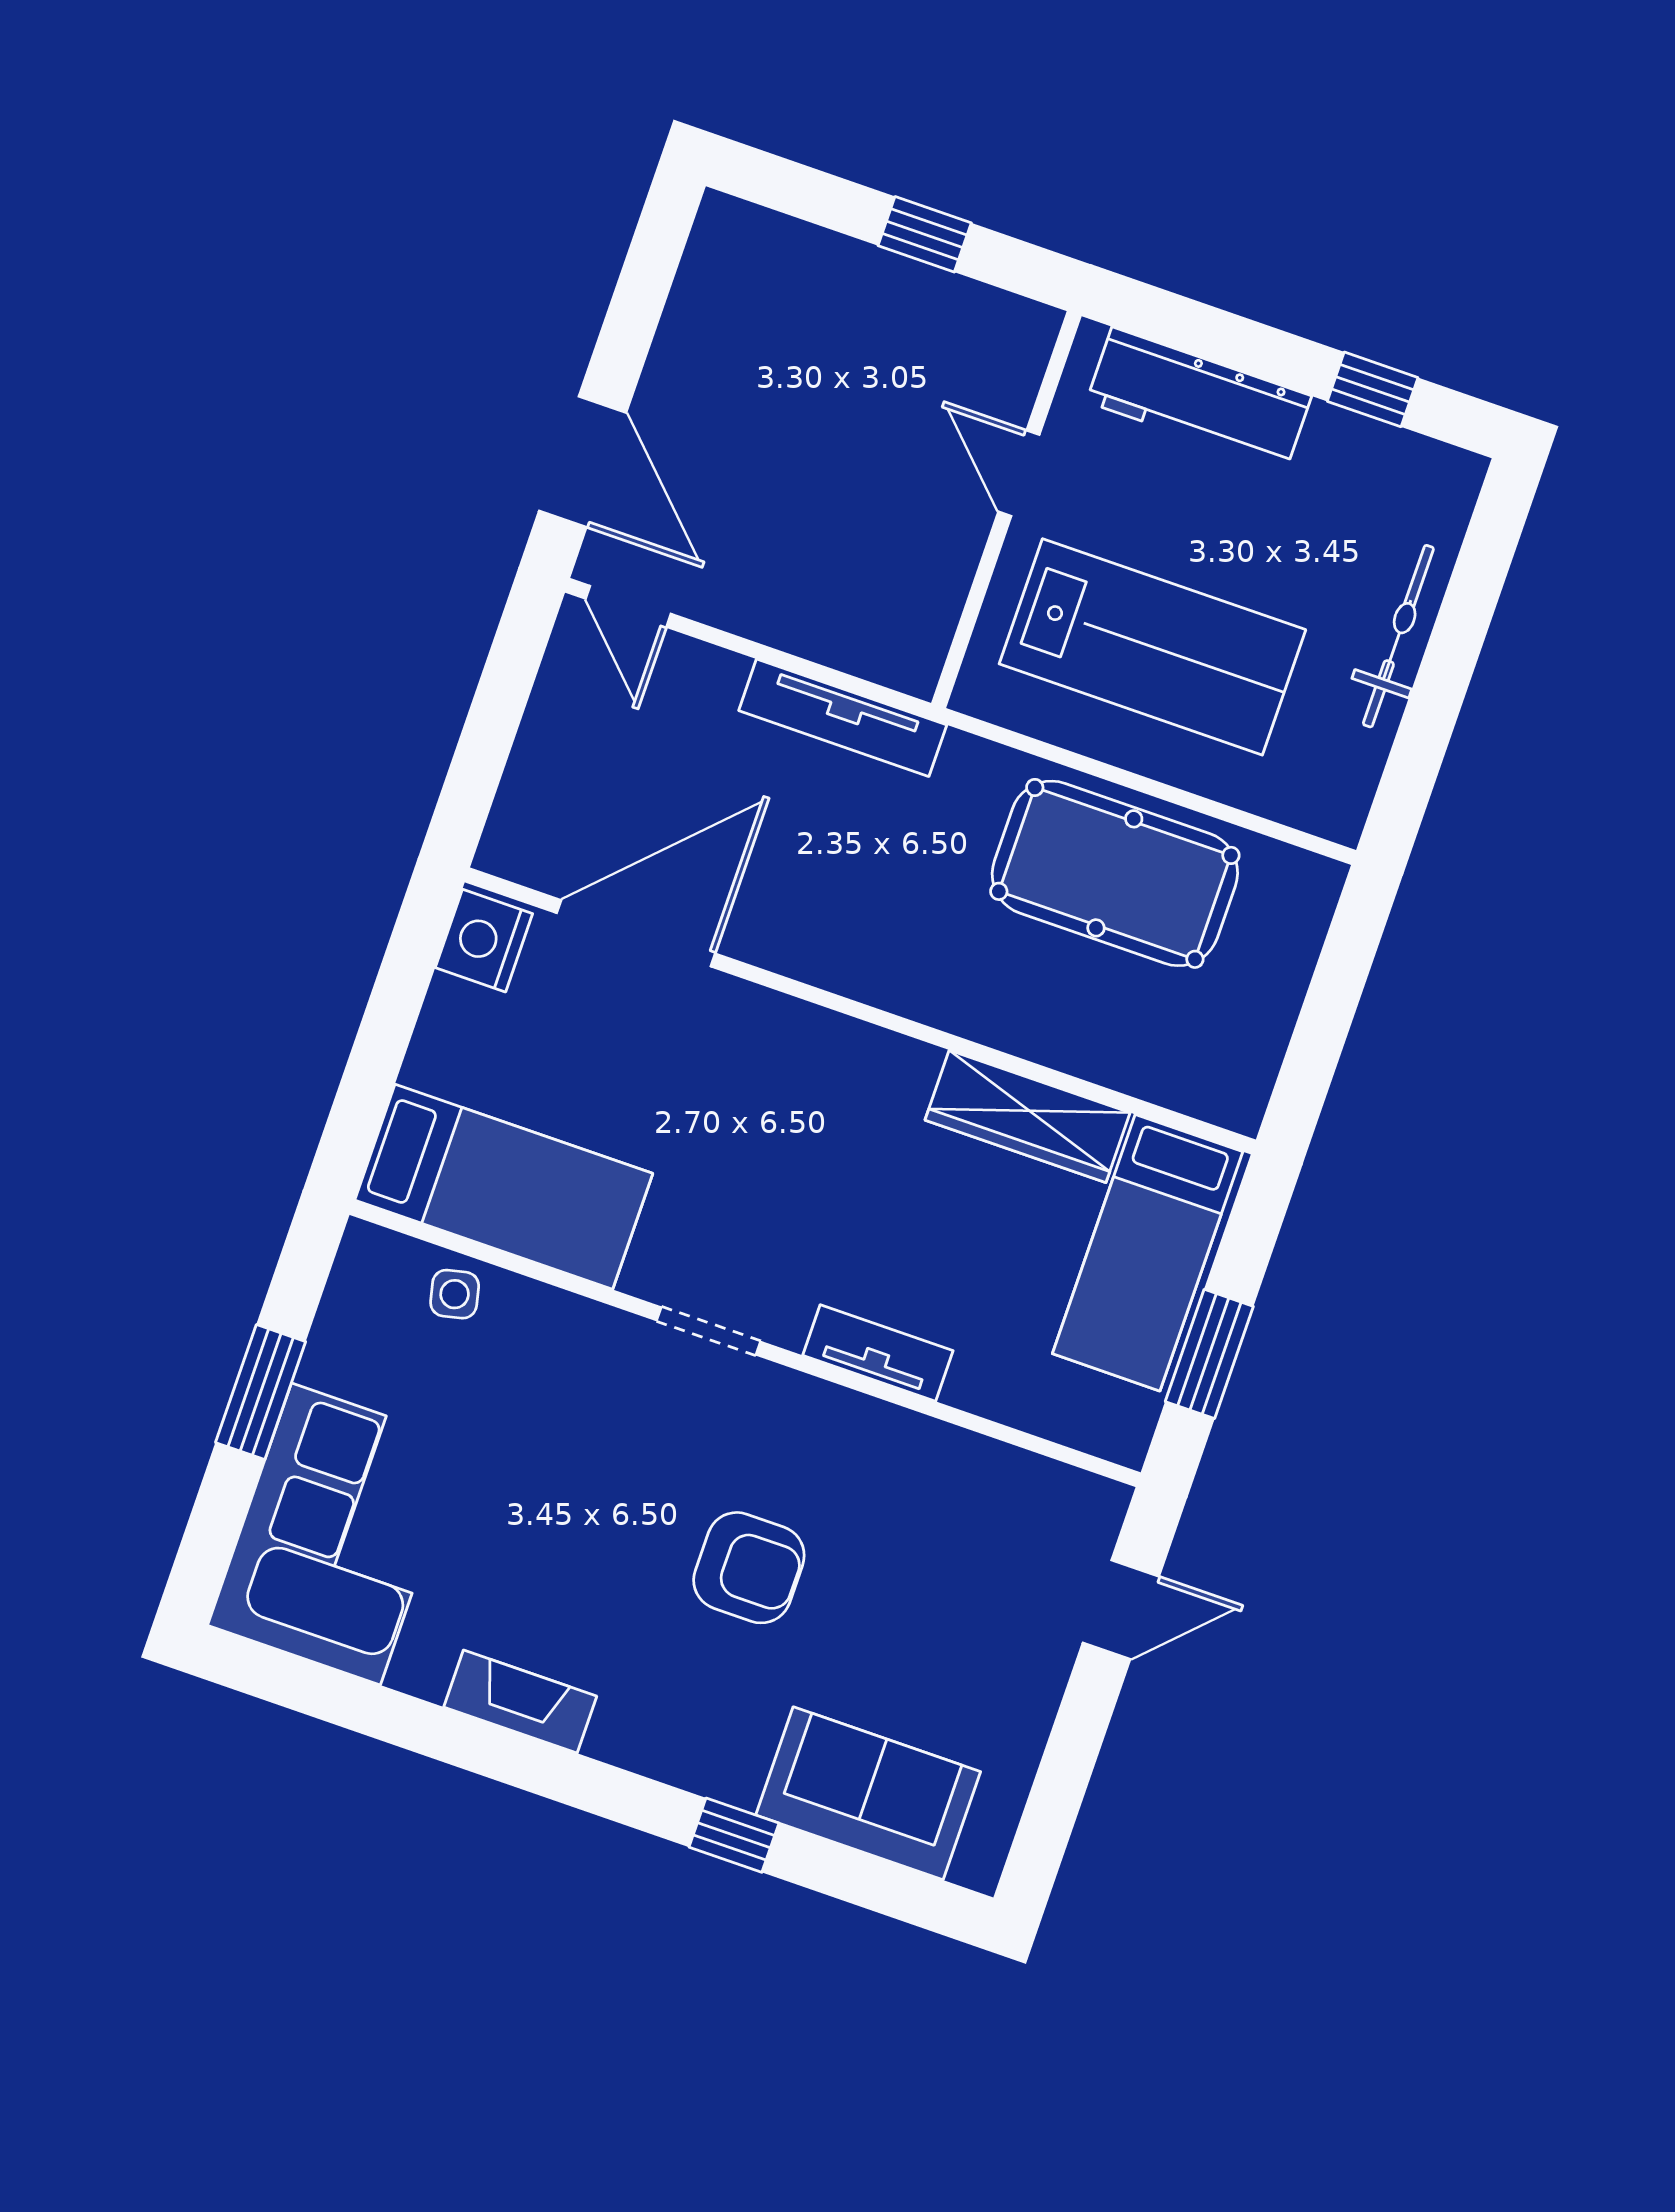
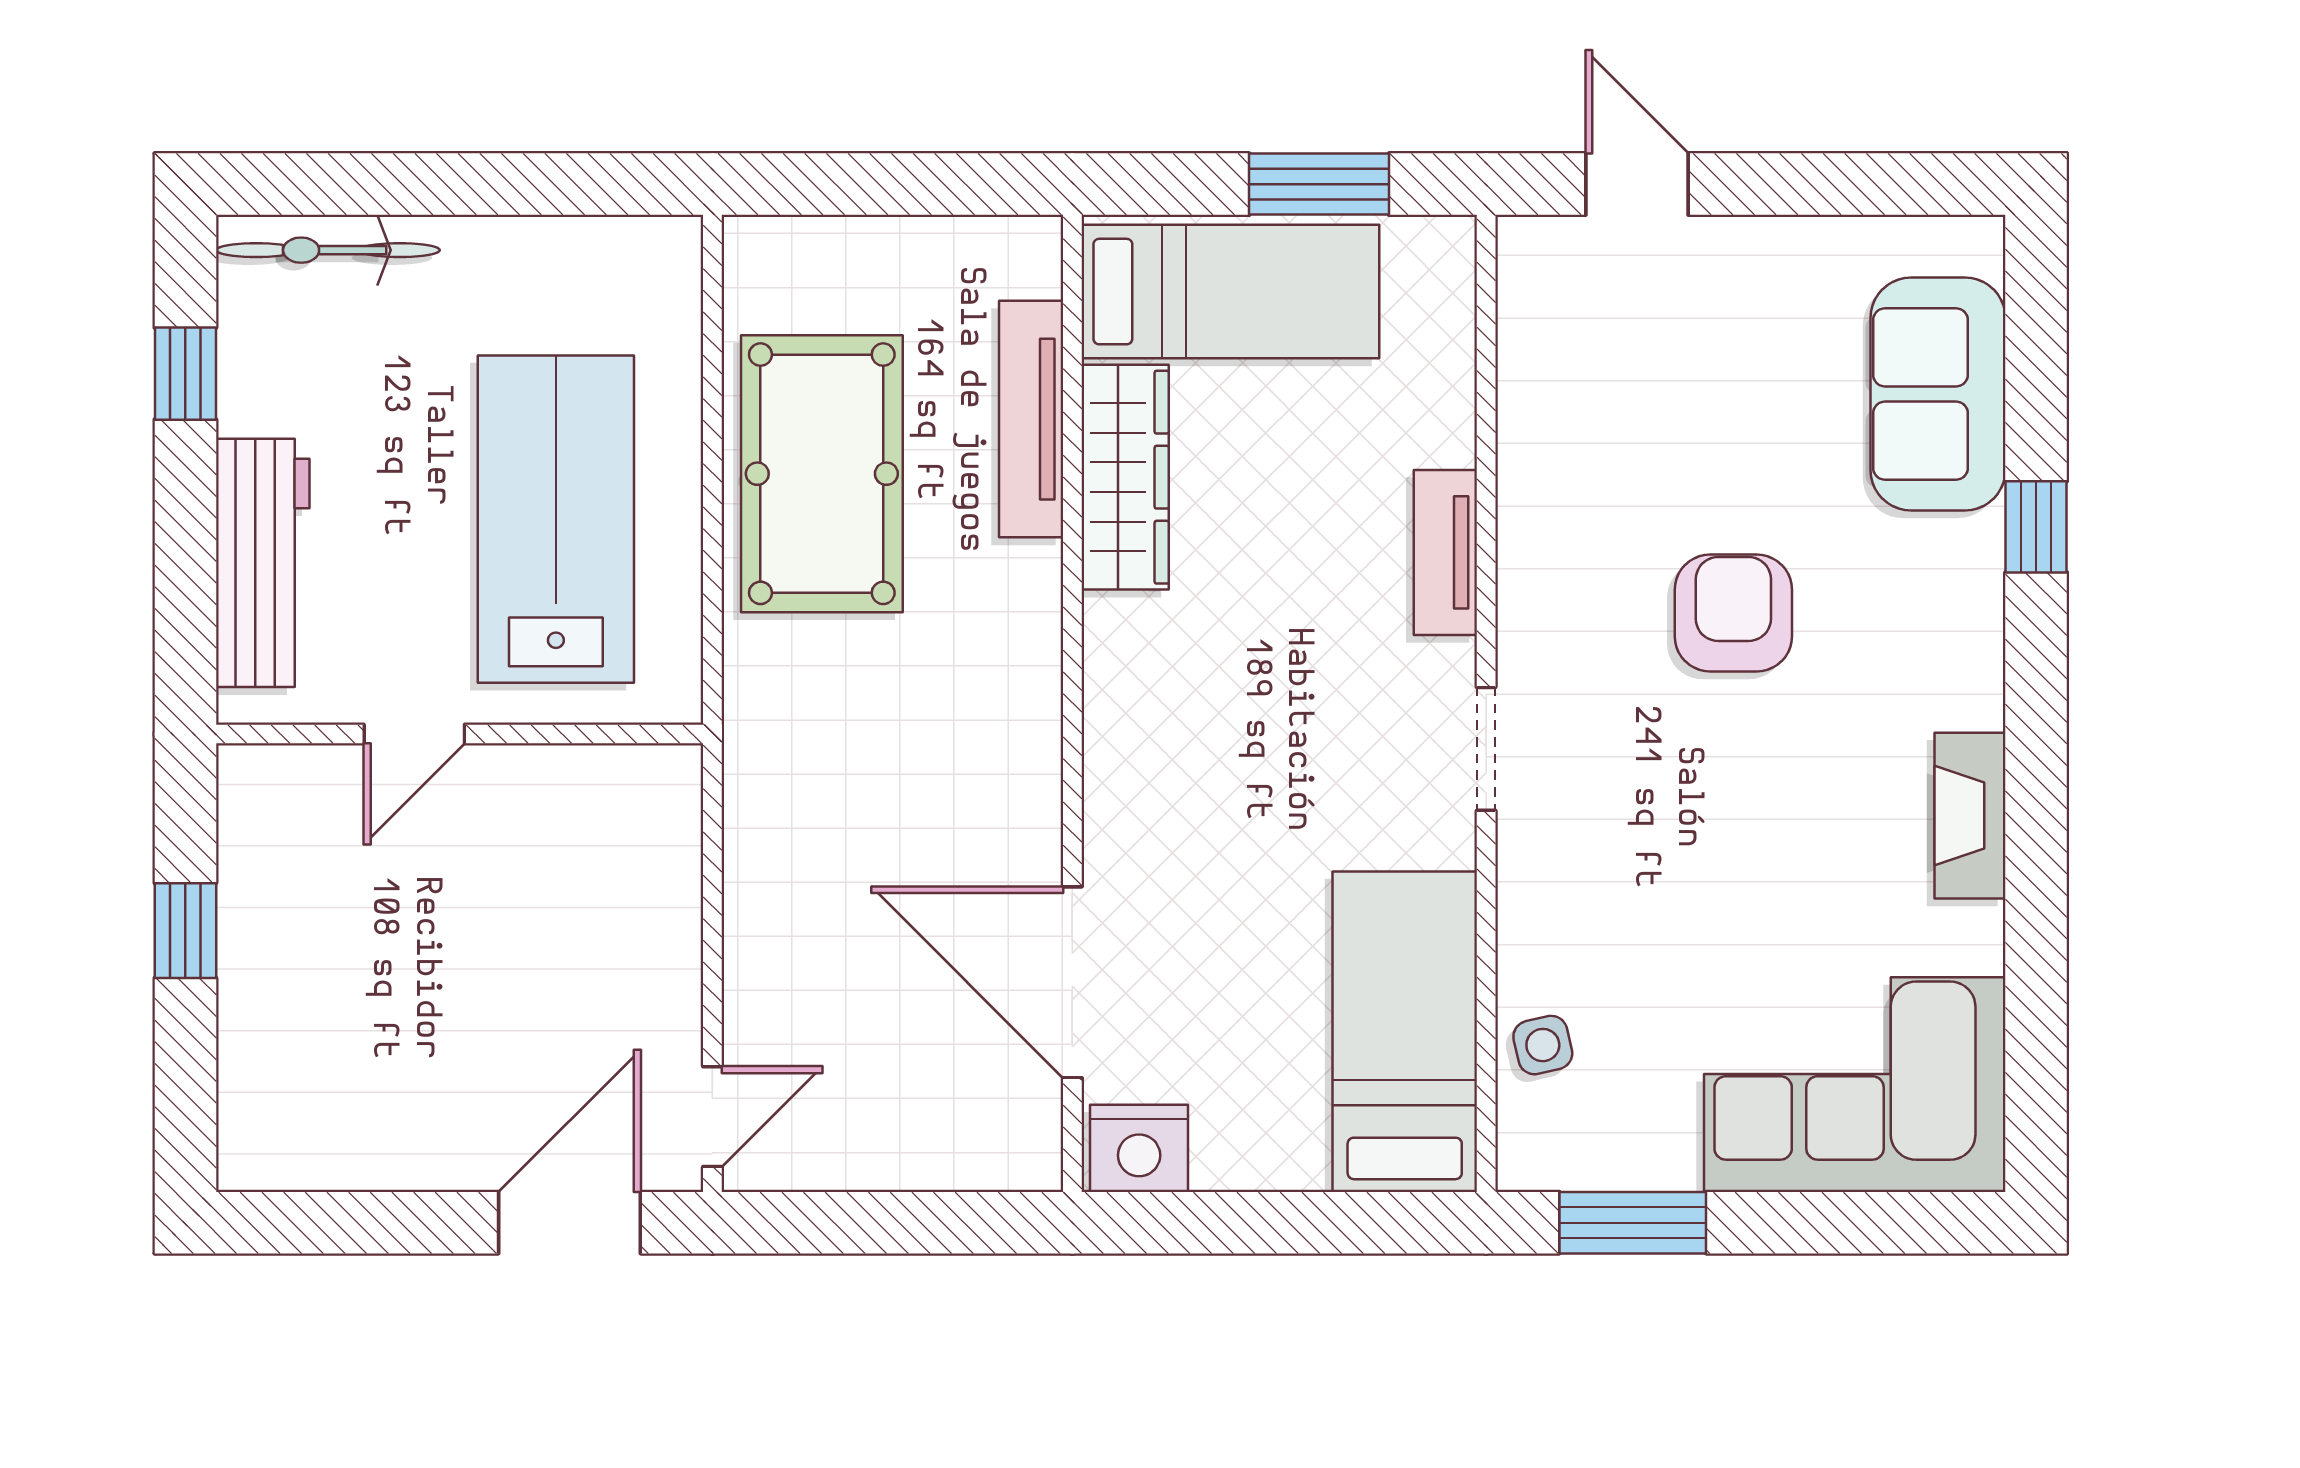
bicycle: (1398, 636) -> (328, 250), moved
tv unit: (843, 718) -> (1031, 419), moved, turned 180
window: (261, 1392) -> (1633, 1223), moved

